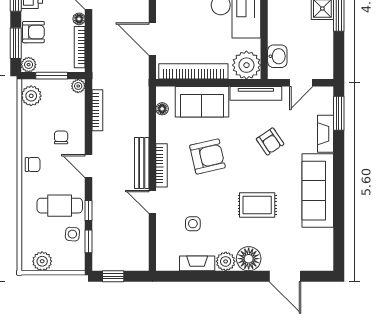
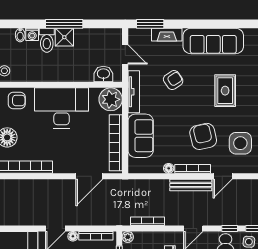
floor lamp: (162, 109) -> (169, 168), moved
armchair: (207, 156) -> (203, 136), moved
side table: (193, 224) -> (240, 143), width x1.87, depth x1.87

